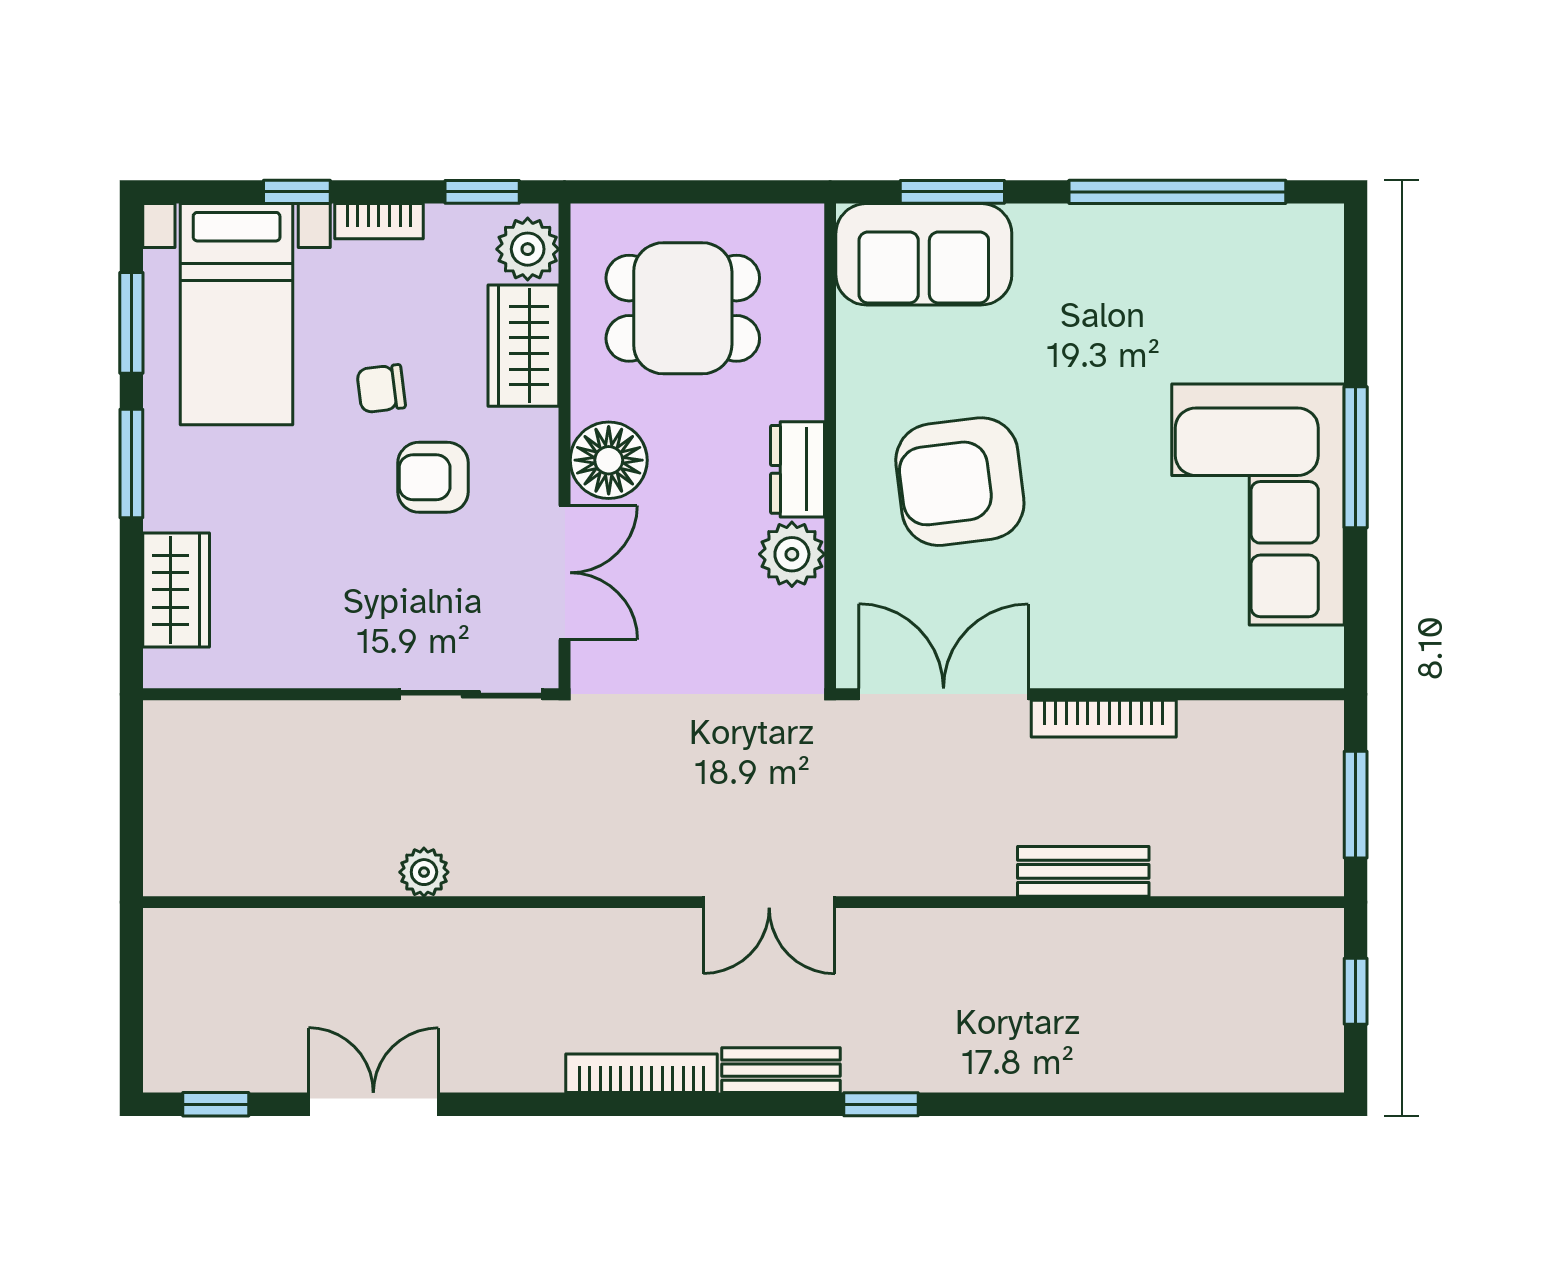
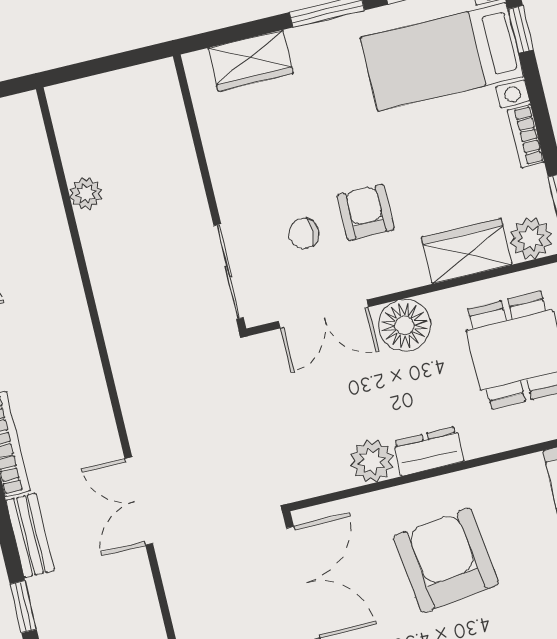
window: (297, 192) -> (521, 29), moved
chair: (381, 389) -> (304, 233), moved, turned -83
plant: (424, 872) -> (86, 194), moved

